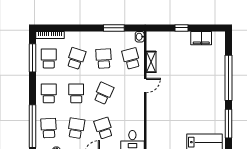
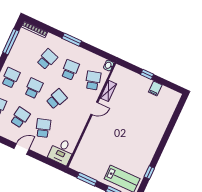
window: (114, 28) -> (72, 40), moved
filing cabinet: (201, 38) -> (155, 89), width x0.50
school desk: (49, 59) -> (24, 49), removed
window: (229, 78) -> (167, 134), removed
window: (229, 124) -> (149, 172), width x0.46

